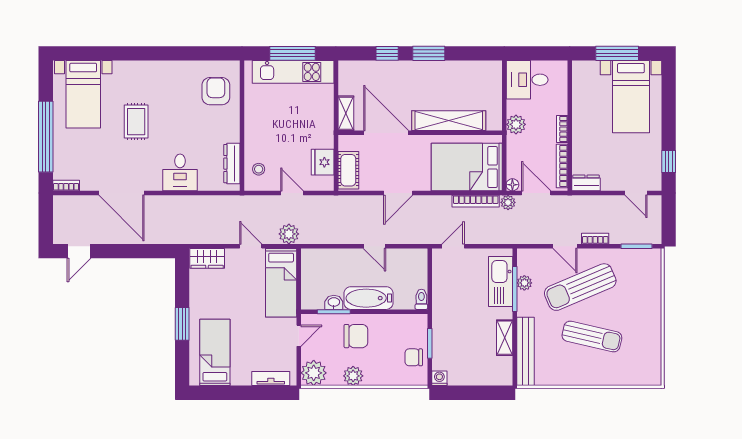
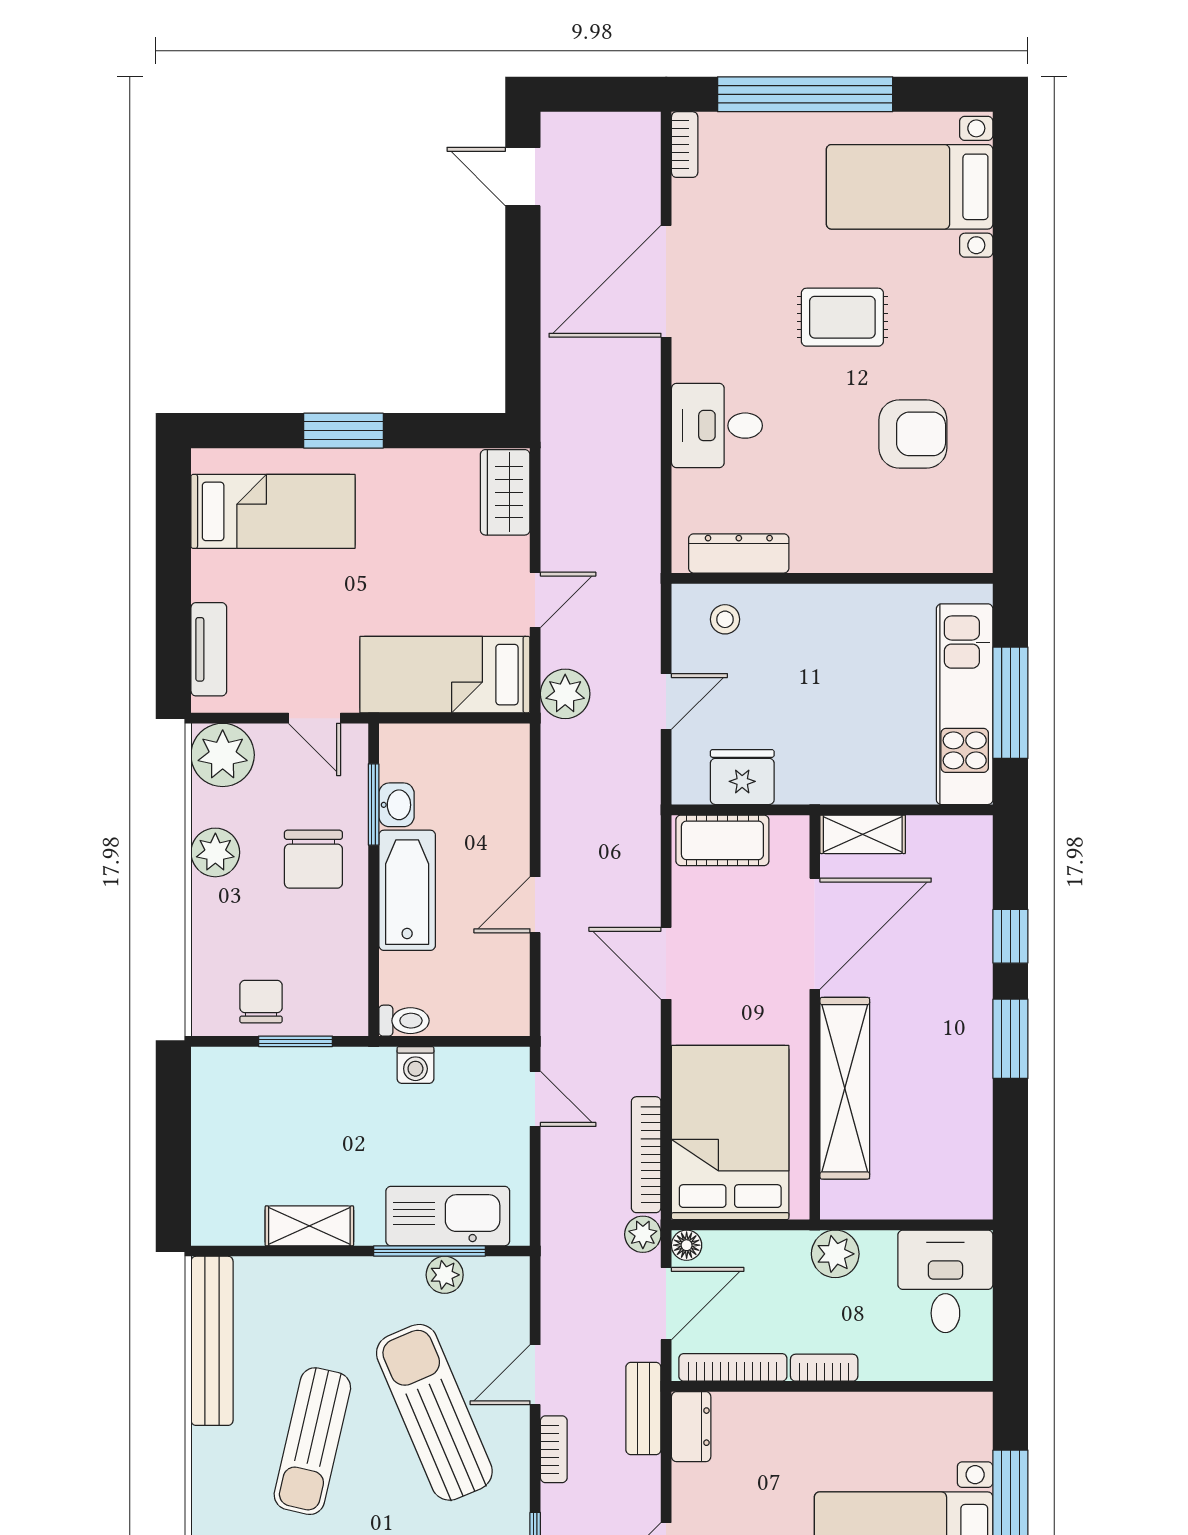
armchair: (216, 91) -> (913, 434), moved
bench: (579, 202) -> (643, 1409), added
bench: (525, 351) -> (212, 1341), moved, turned 90
washing machine: (439, 378) -> (415, 1065), moved, turned 90

